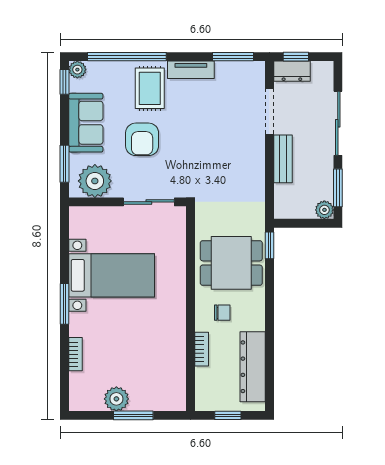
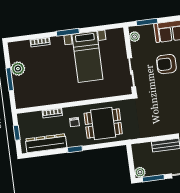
plant: (95, 181) -> (134, 37), width x0.53, depth x0.53
window: (270, 245) -> (75, 149), moved
dining table: (231, 263) -> (103, 123), turned 90

